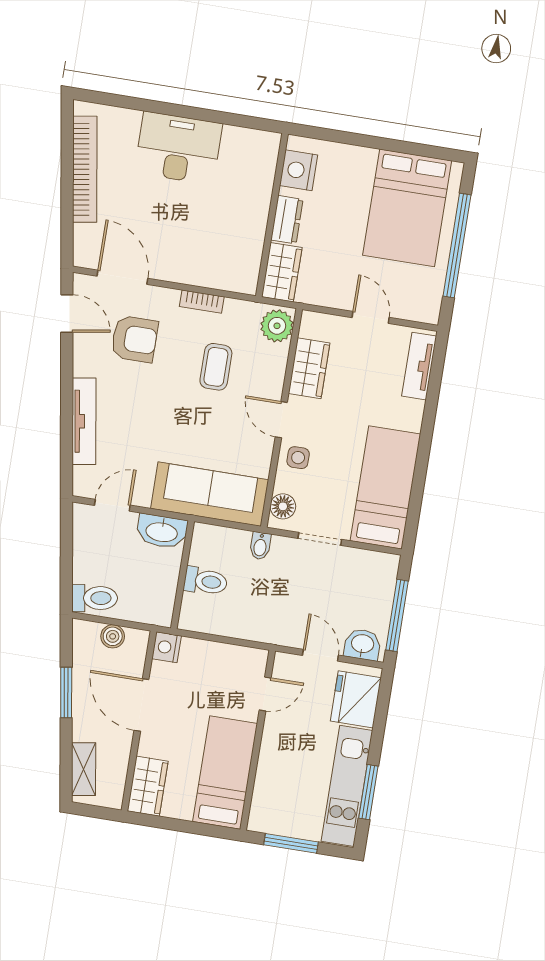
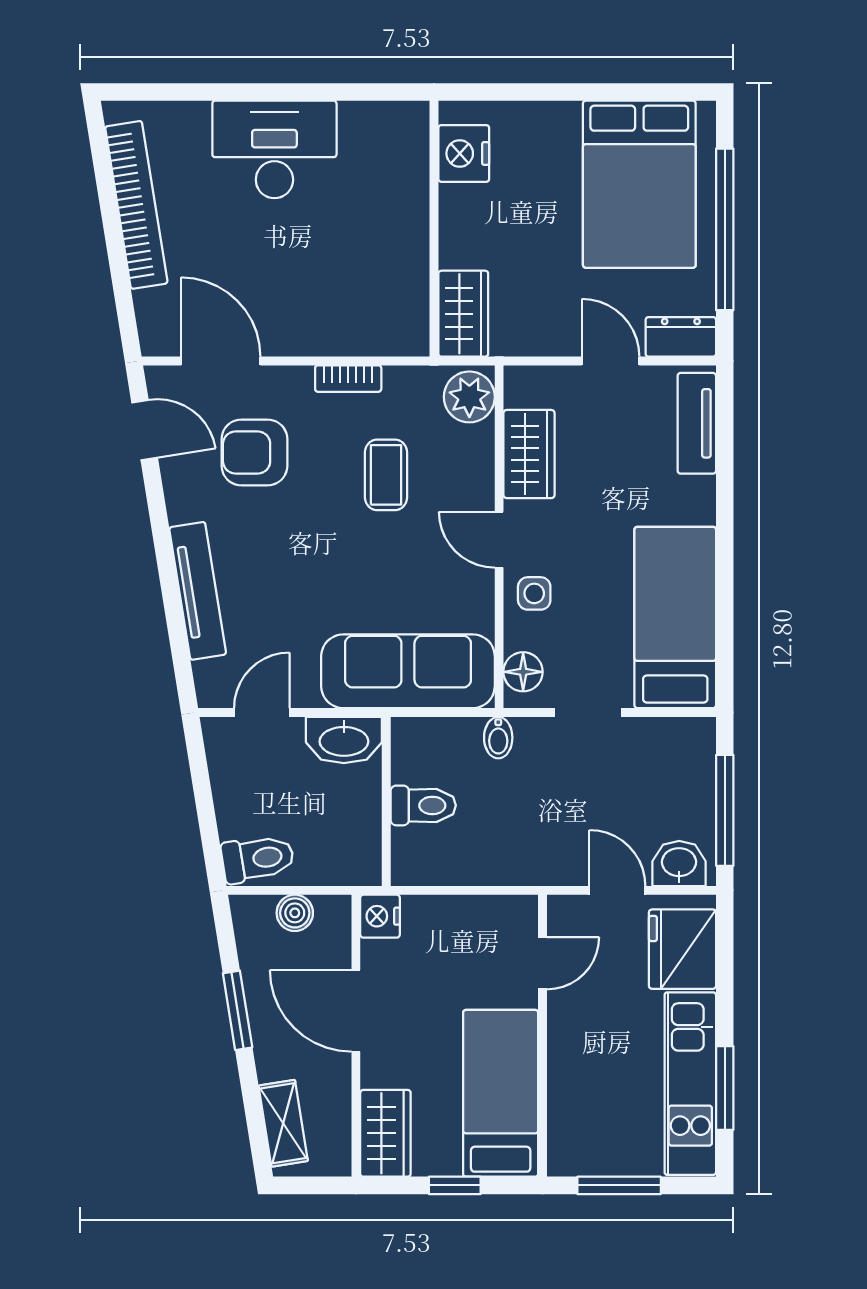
dresser: (287, 220) -> (681, 337), moved, turned -90
armchair: (134, 339) -> (254, 452), turned 180
window: (186, 826) -> (455, 1185), added

